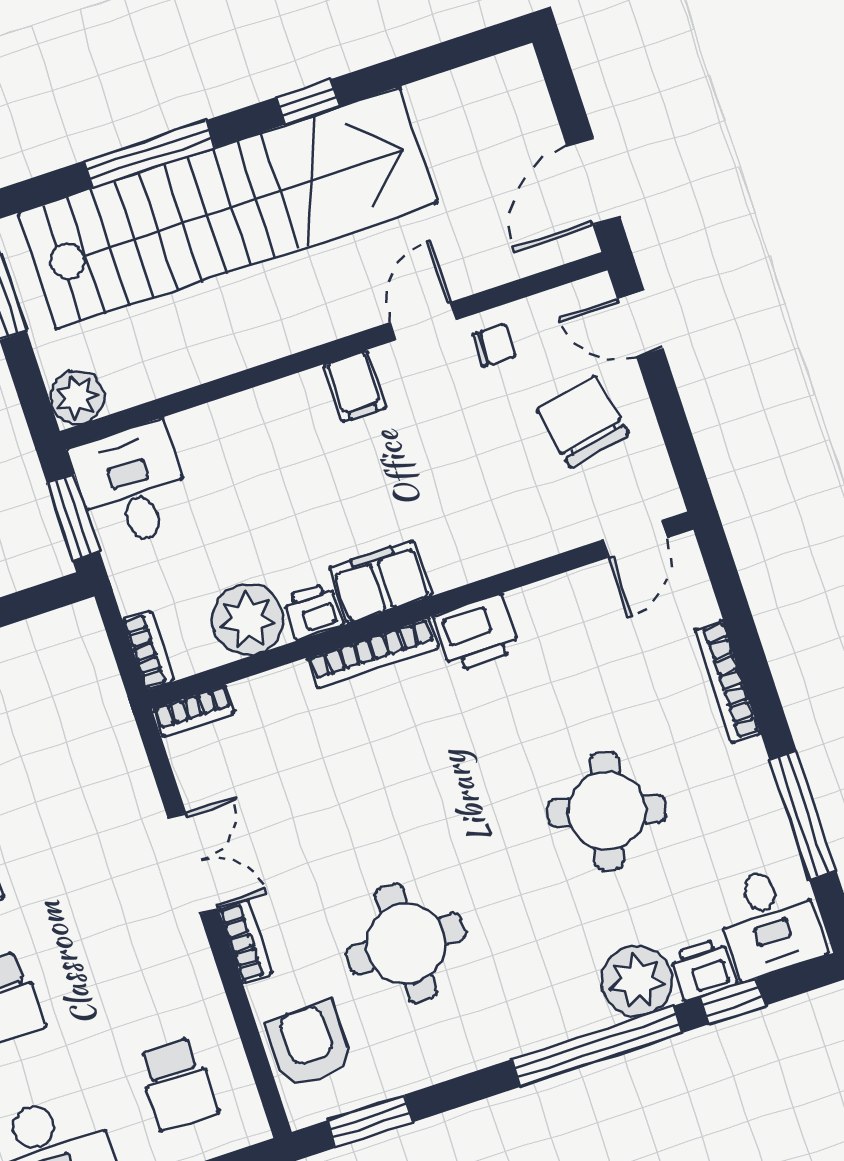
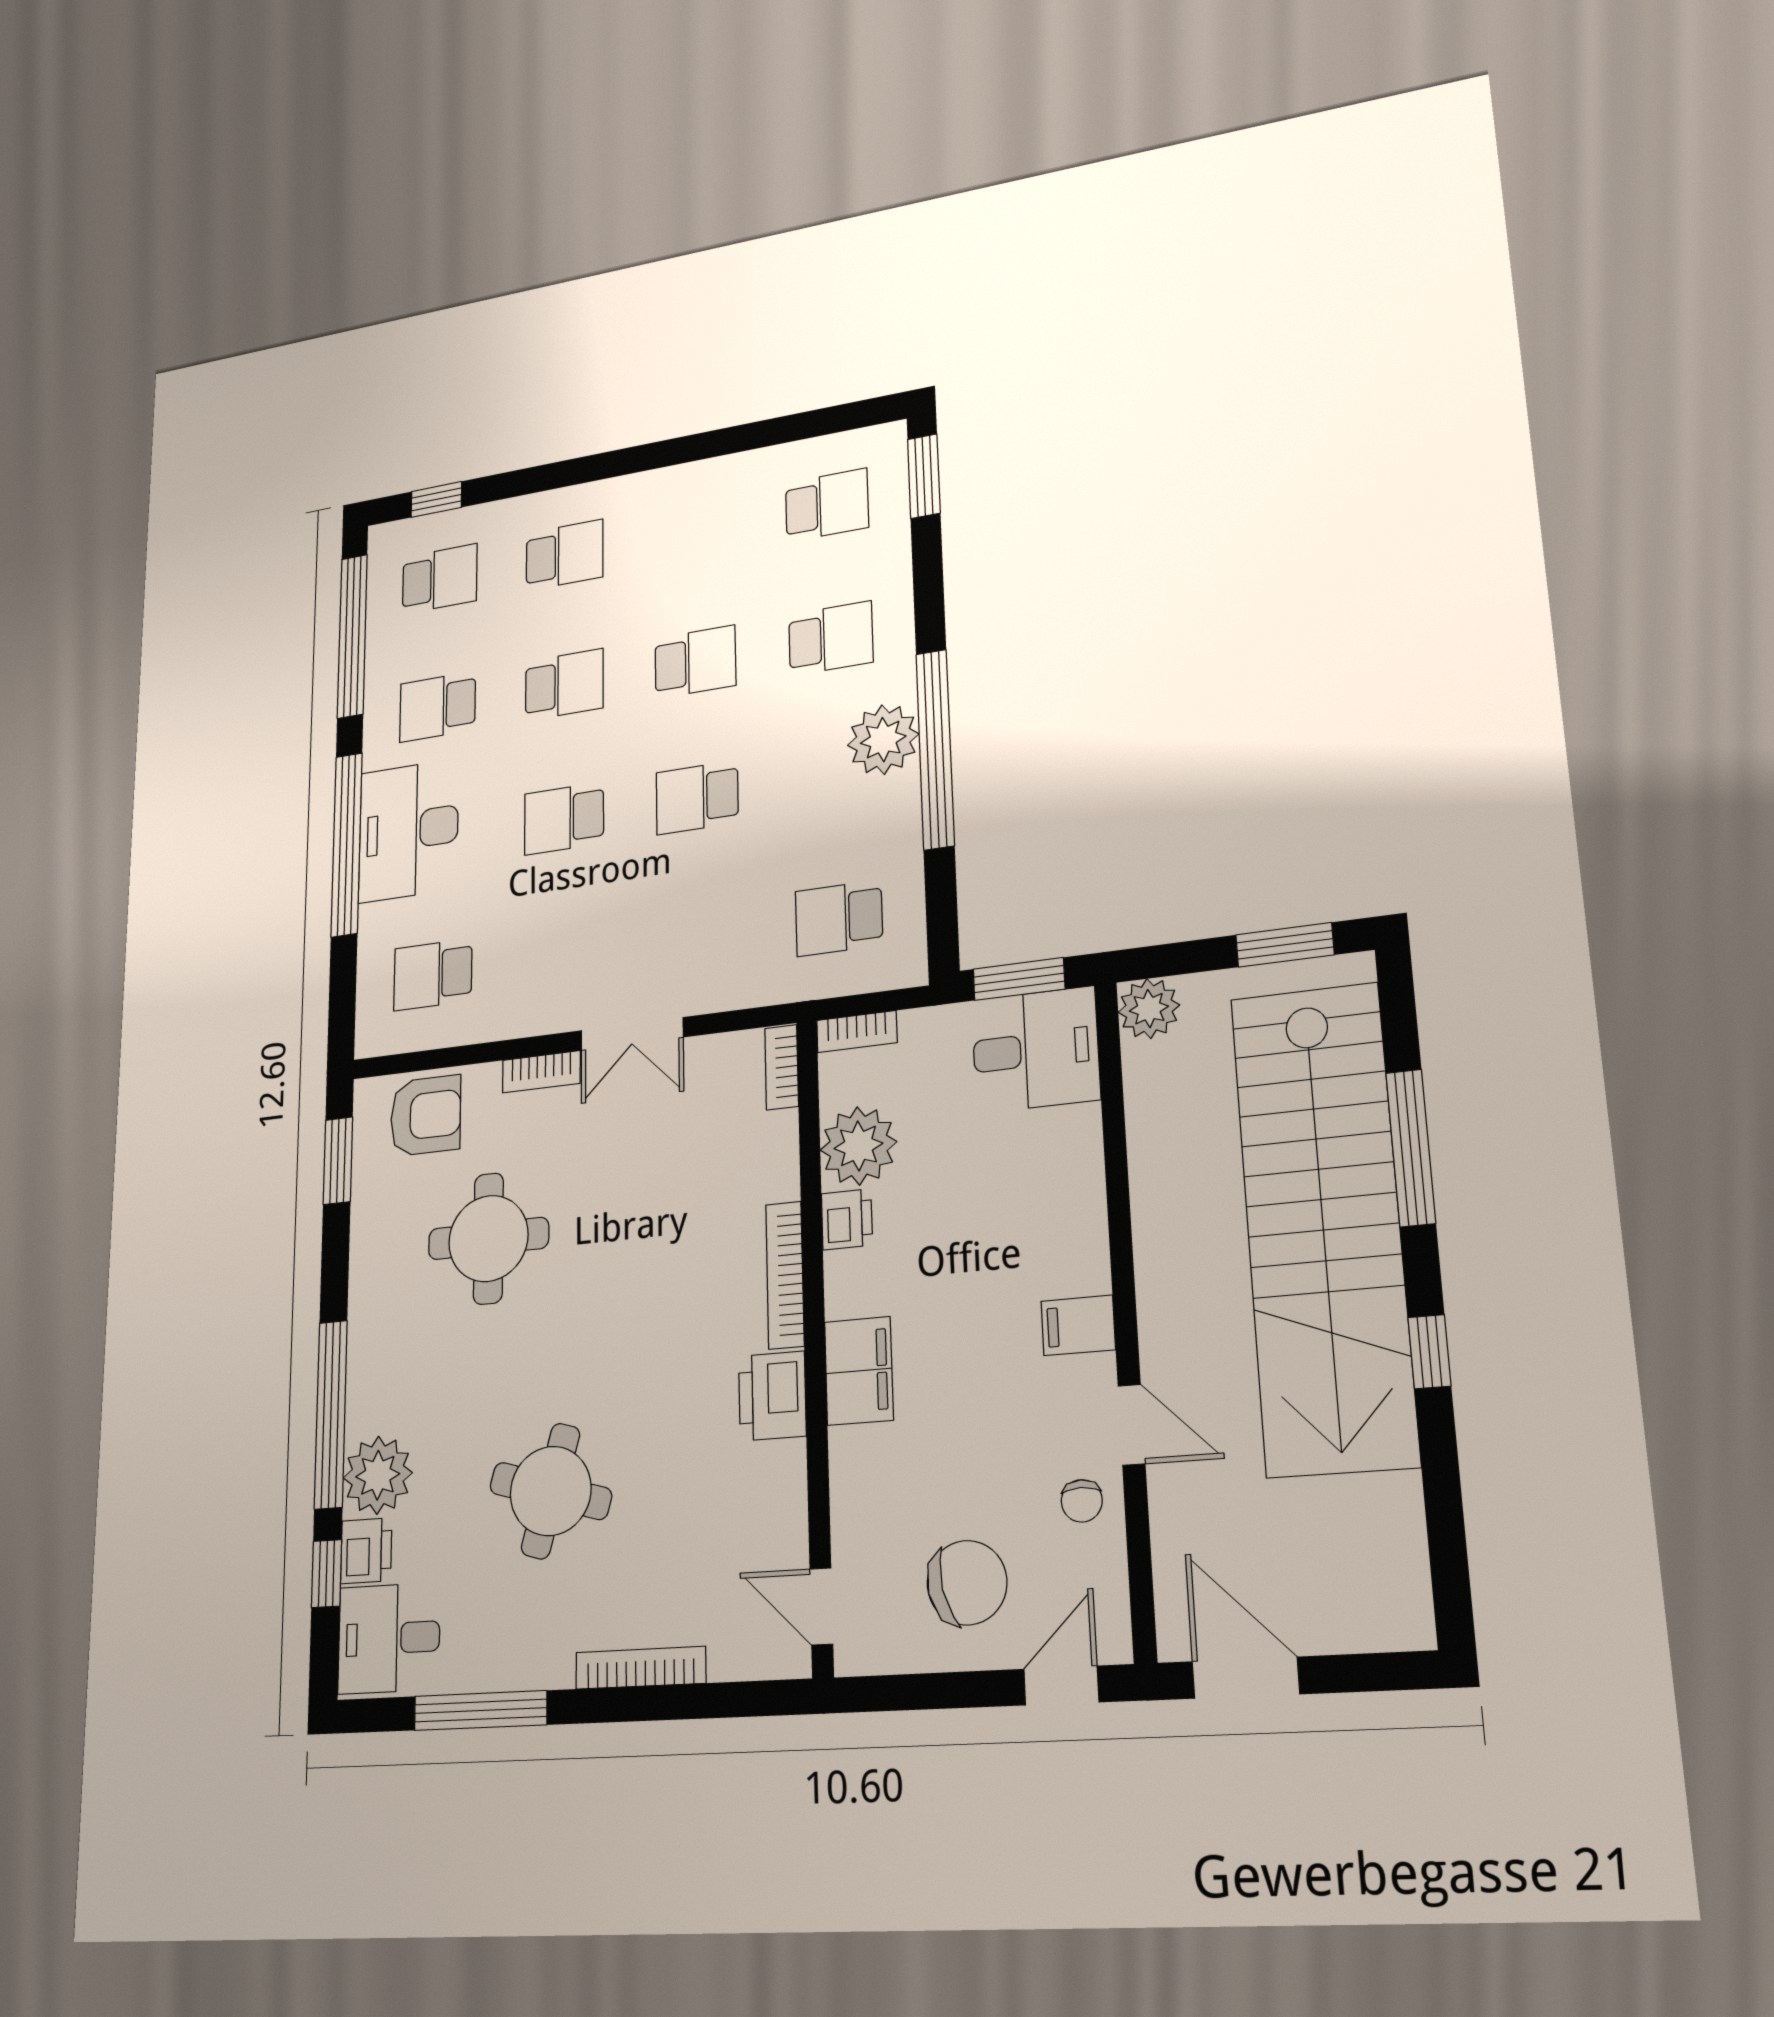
filing cabinet: (380, 582) -> (859, 1371), moved
school desk: (50, 697) -> (839, 918), added

